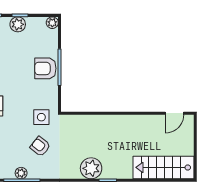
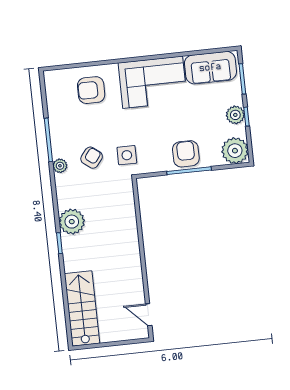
plant: (52, 23) -> (235, 151), width x1.88, depth x1.88
plant: (21, 173) -> (60, 166), moved

